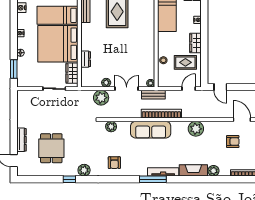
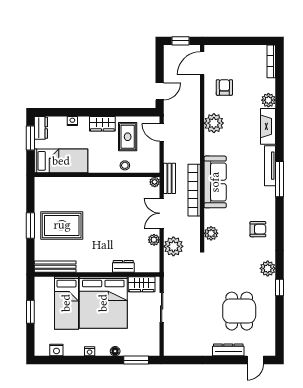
bookcase: (161, 114) -> (194, 190), moved
armchair: (233, 142) -> (224, 87), moved
dining table: (51, 148) -> (239, 311), turned 90

